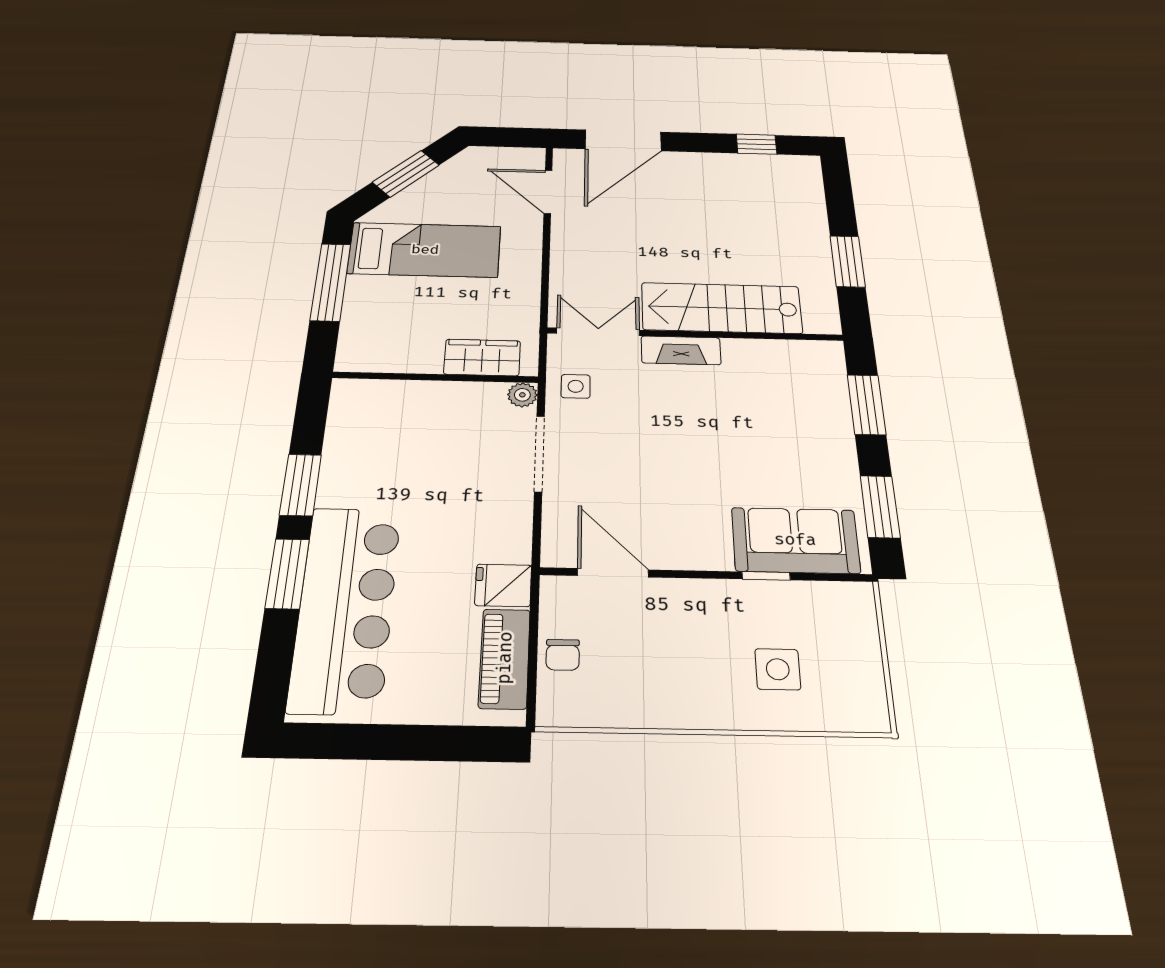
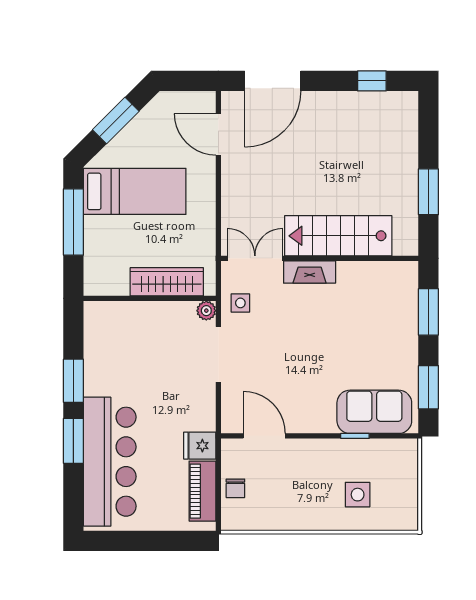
wardrobe: (482, 357) -> (167, 282), width x1.50

